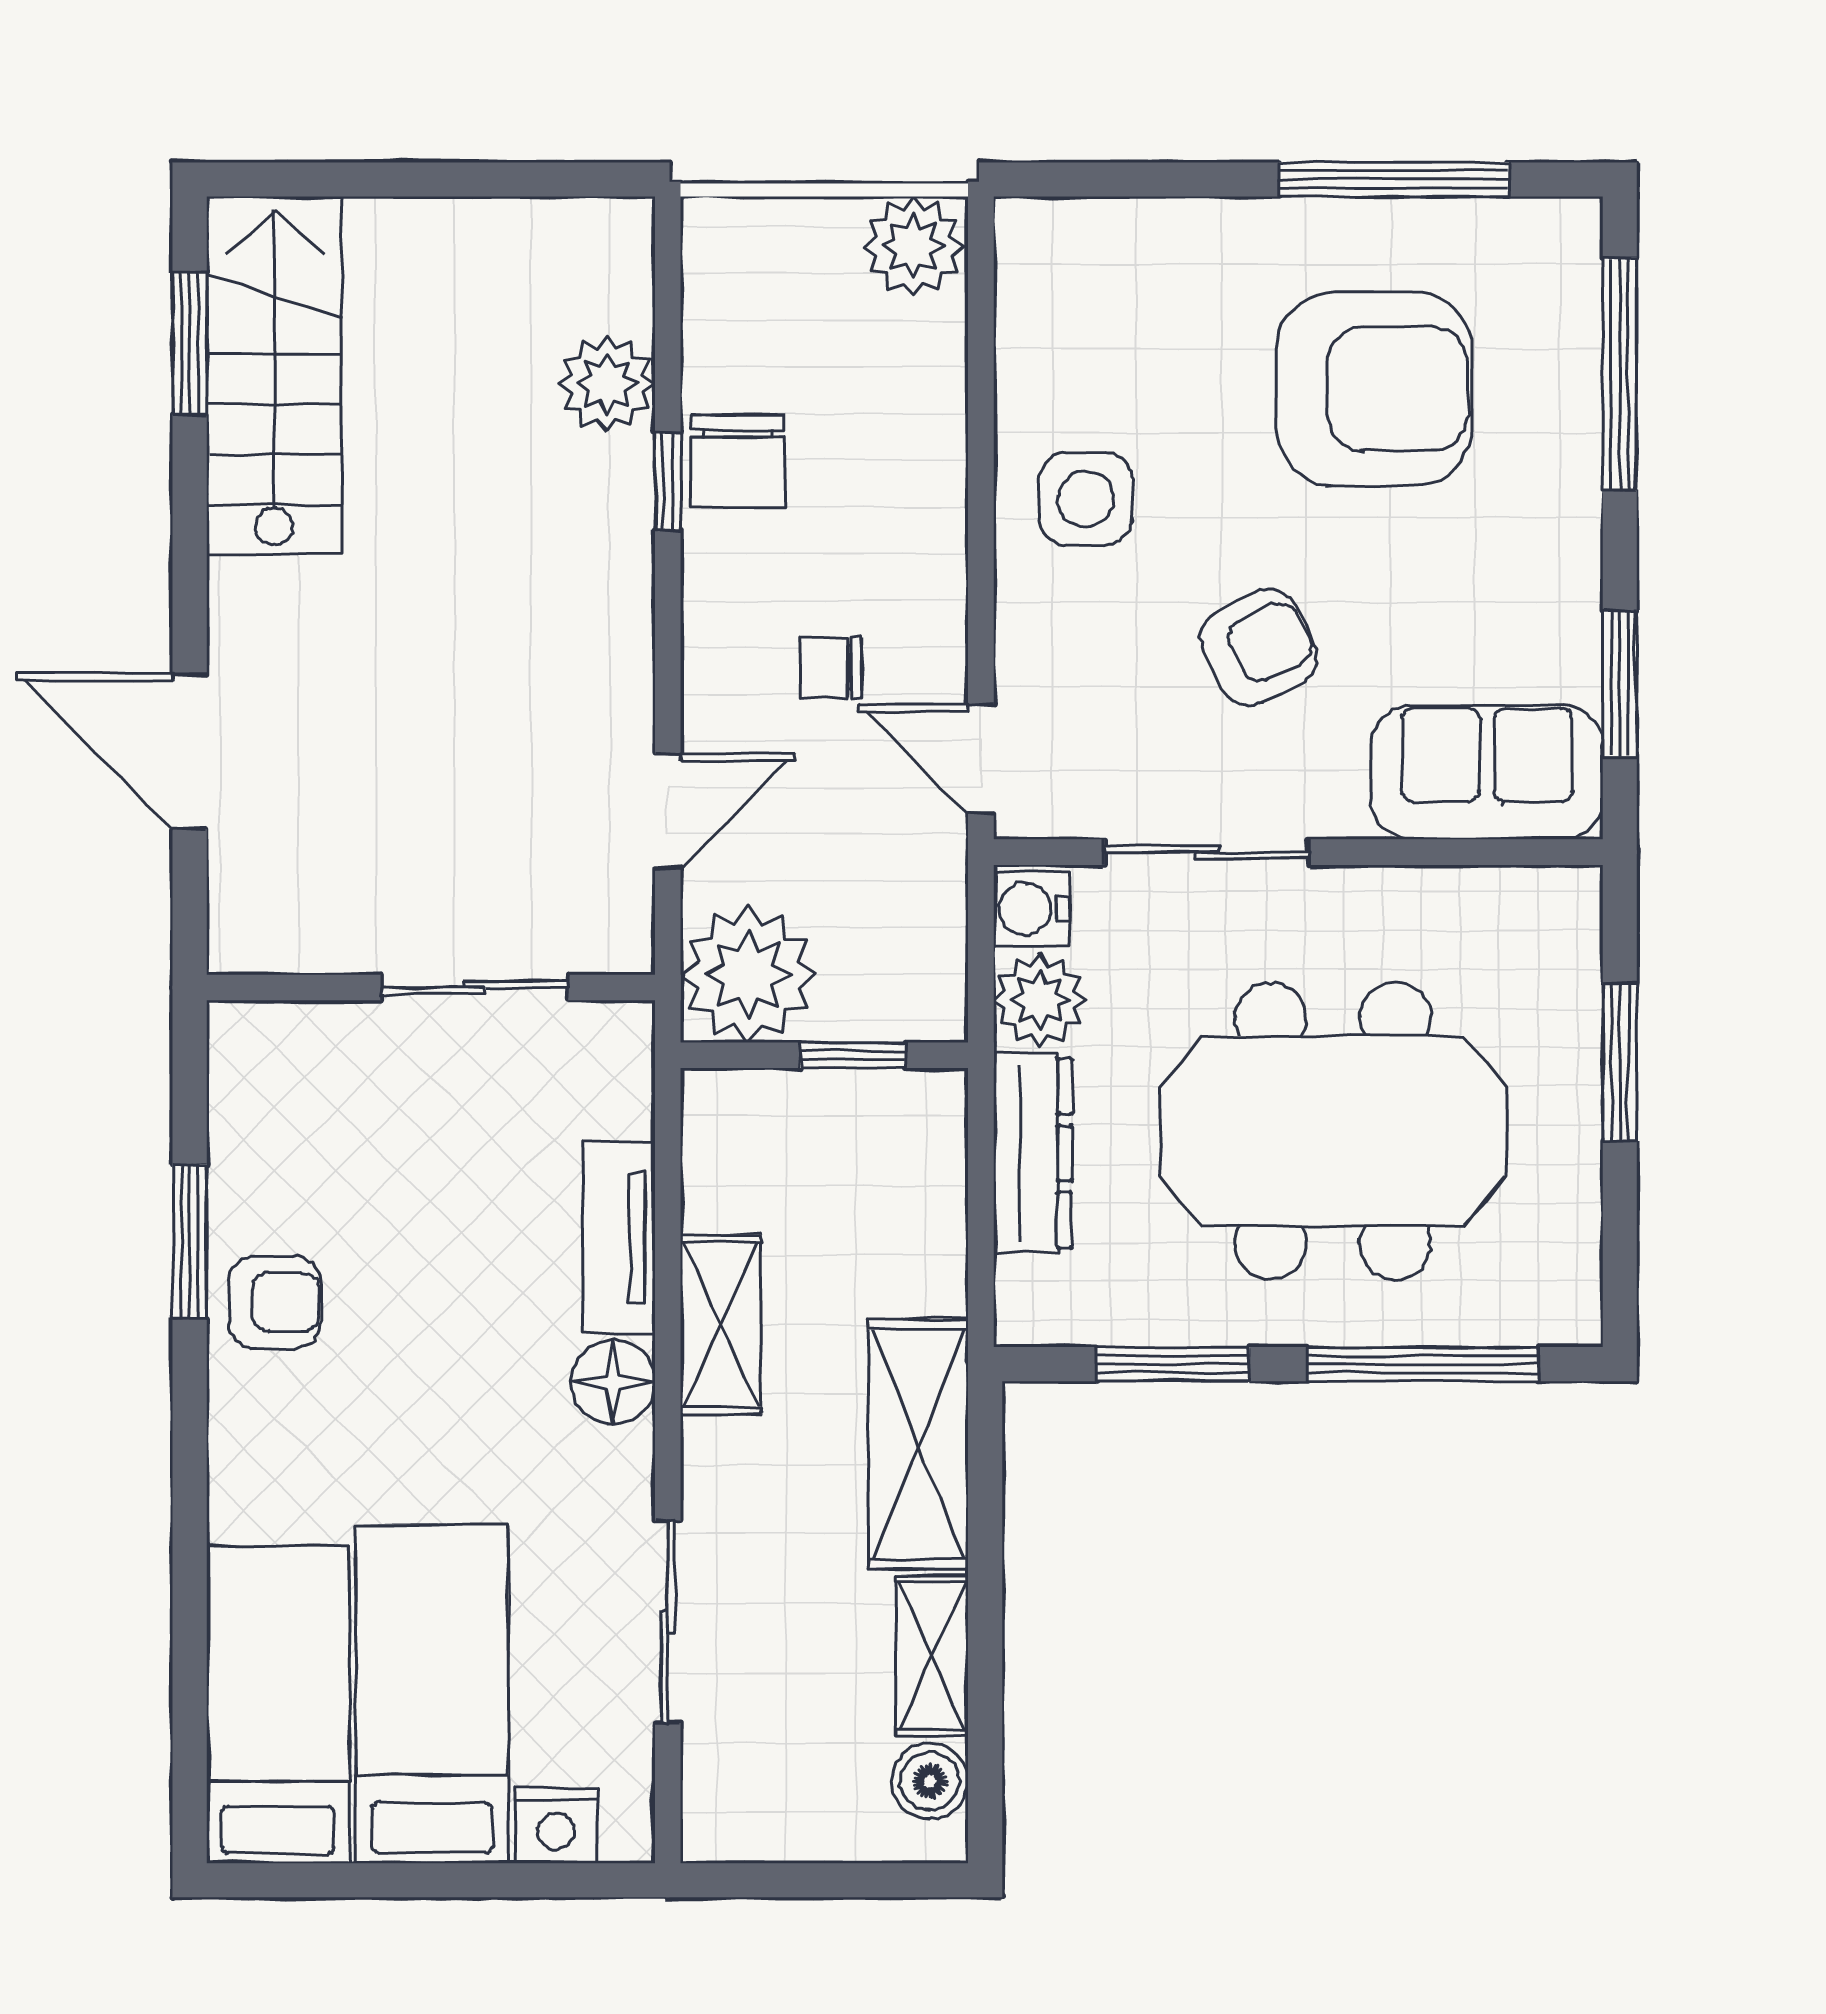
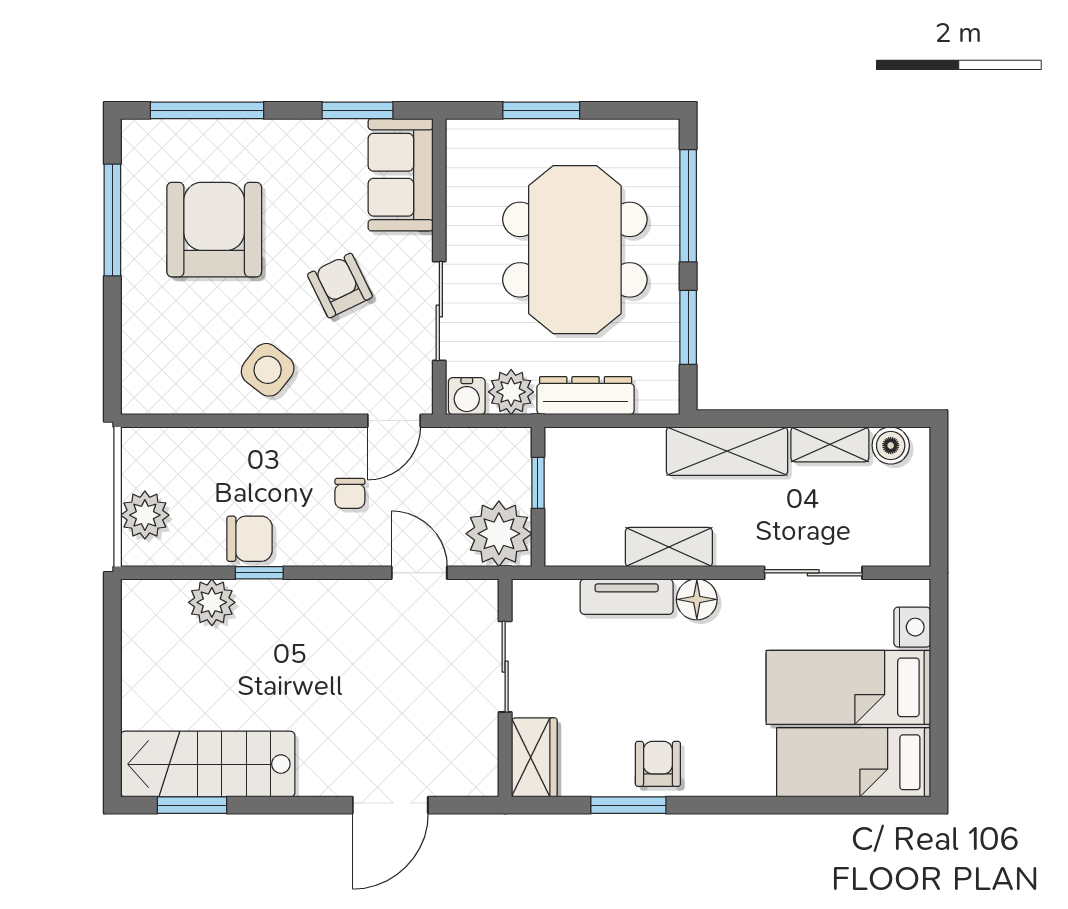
plant: (913, 246) -> (145, 515), moved
side table: (1086, 499) -> (268, 370), turned 38
wardrobe: (288, 1047) -> (534, 757), added

